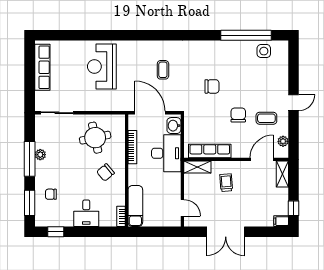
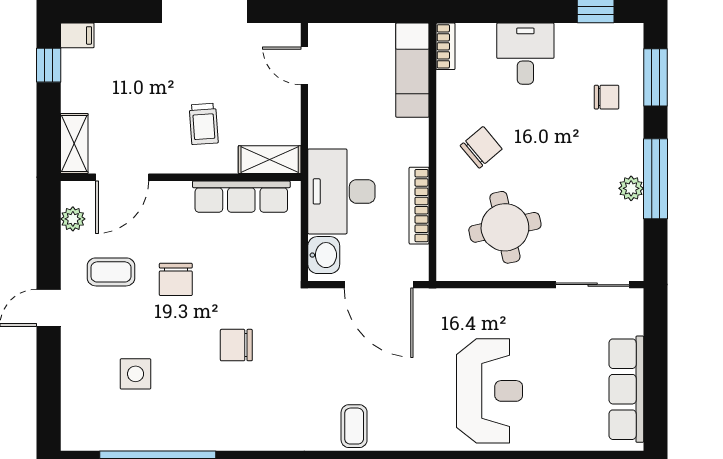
side table: (264, 51) -> (136, 374), moved
coffee table: (163, 70) -> (354, 426), moved

